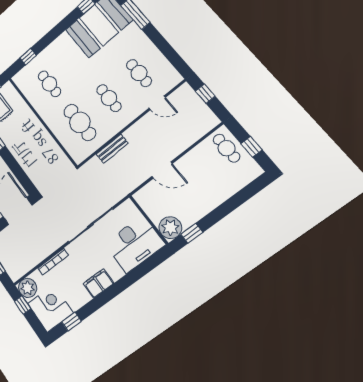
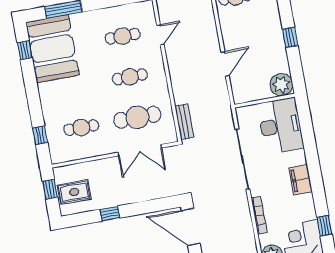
double door: (55, 139) -> (140, 150), added
bench: (112, 149) -> (184, 122), moved
window: (192, 233) -> (290, 37), moved

